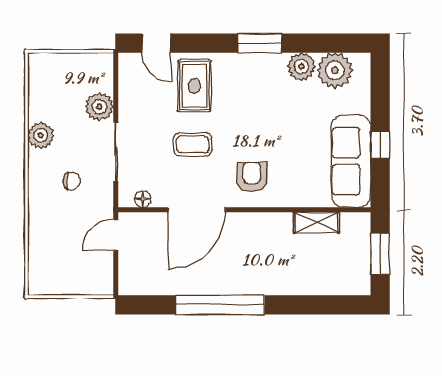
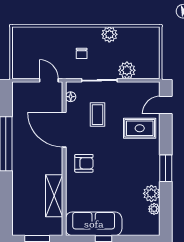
plant: (335, 70) -> (154, 209), width x0.53, depth x0.53
coffee table: (193, 144) -> (98, 115), moved
shelving: (316, 222) -> (54, 196), width x1.50, depth x1.33

